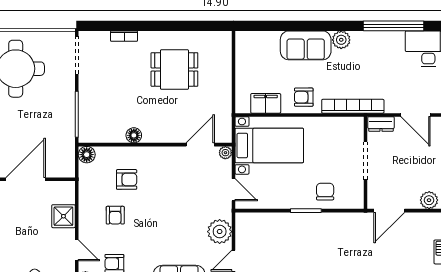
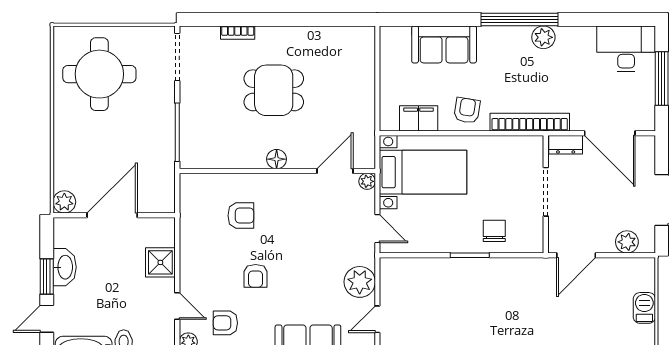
window: (394, 26) -> (519, 19), moved
plant: (341, 40) -> (543, 37), moved
sofa: (306, 45) -> (444, 44), moved
dining table: (174, 69) -> (274, 90), moved
armchair: (304, 97) -> (467, 110), turned 99
door: (416, 115) -> (610, 133), width x1.36
floor lamp: (134, 135) -> (277, 159), moved
floor lamp: (87, 155) -> (190, 184), removed
armchair: (115, 215) -> (256, 276), moved

